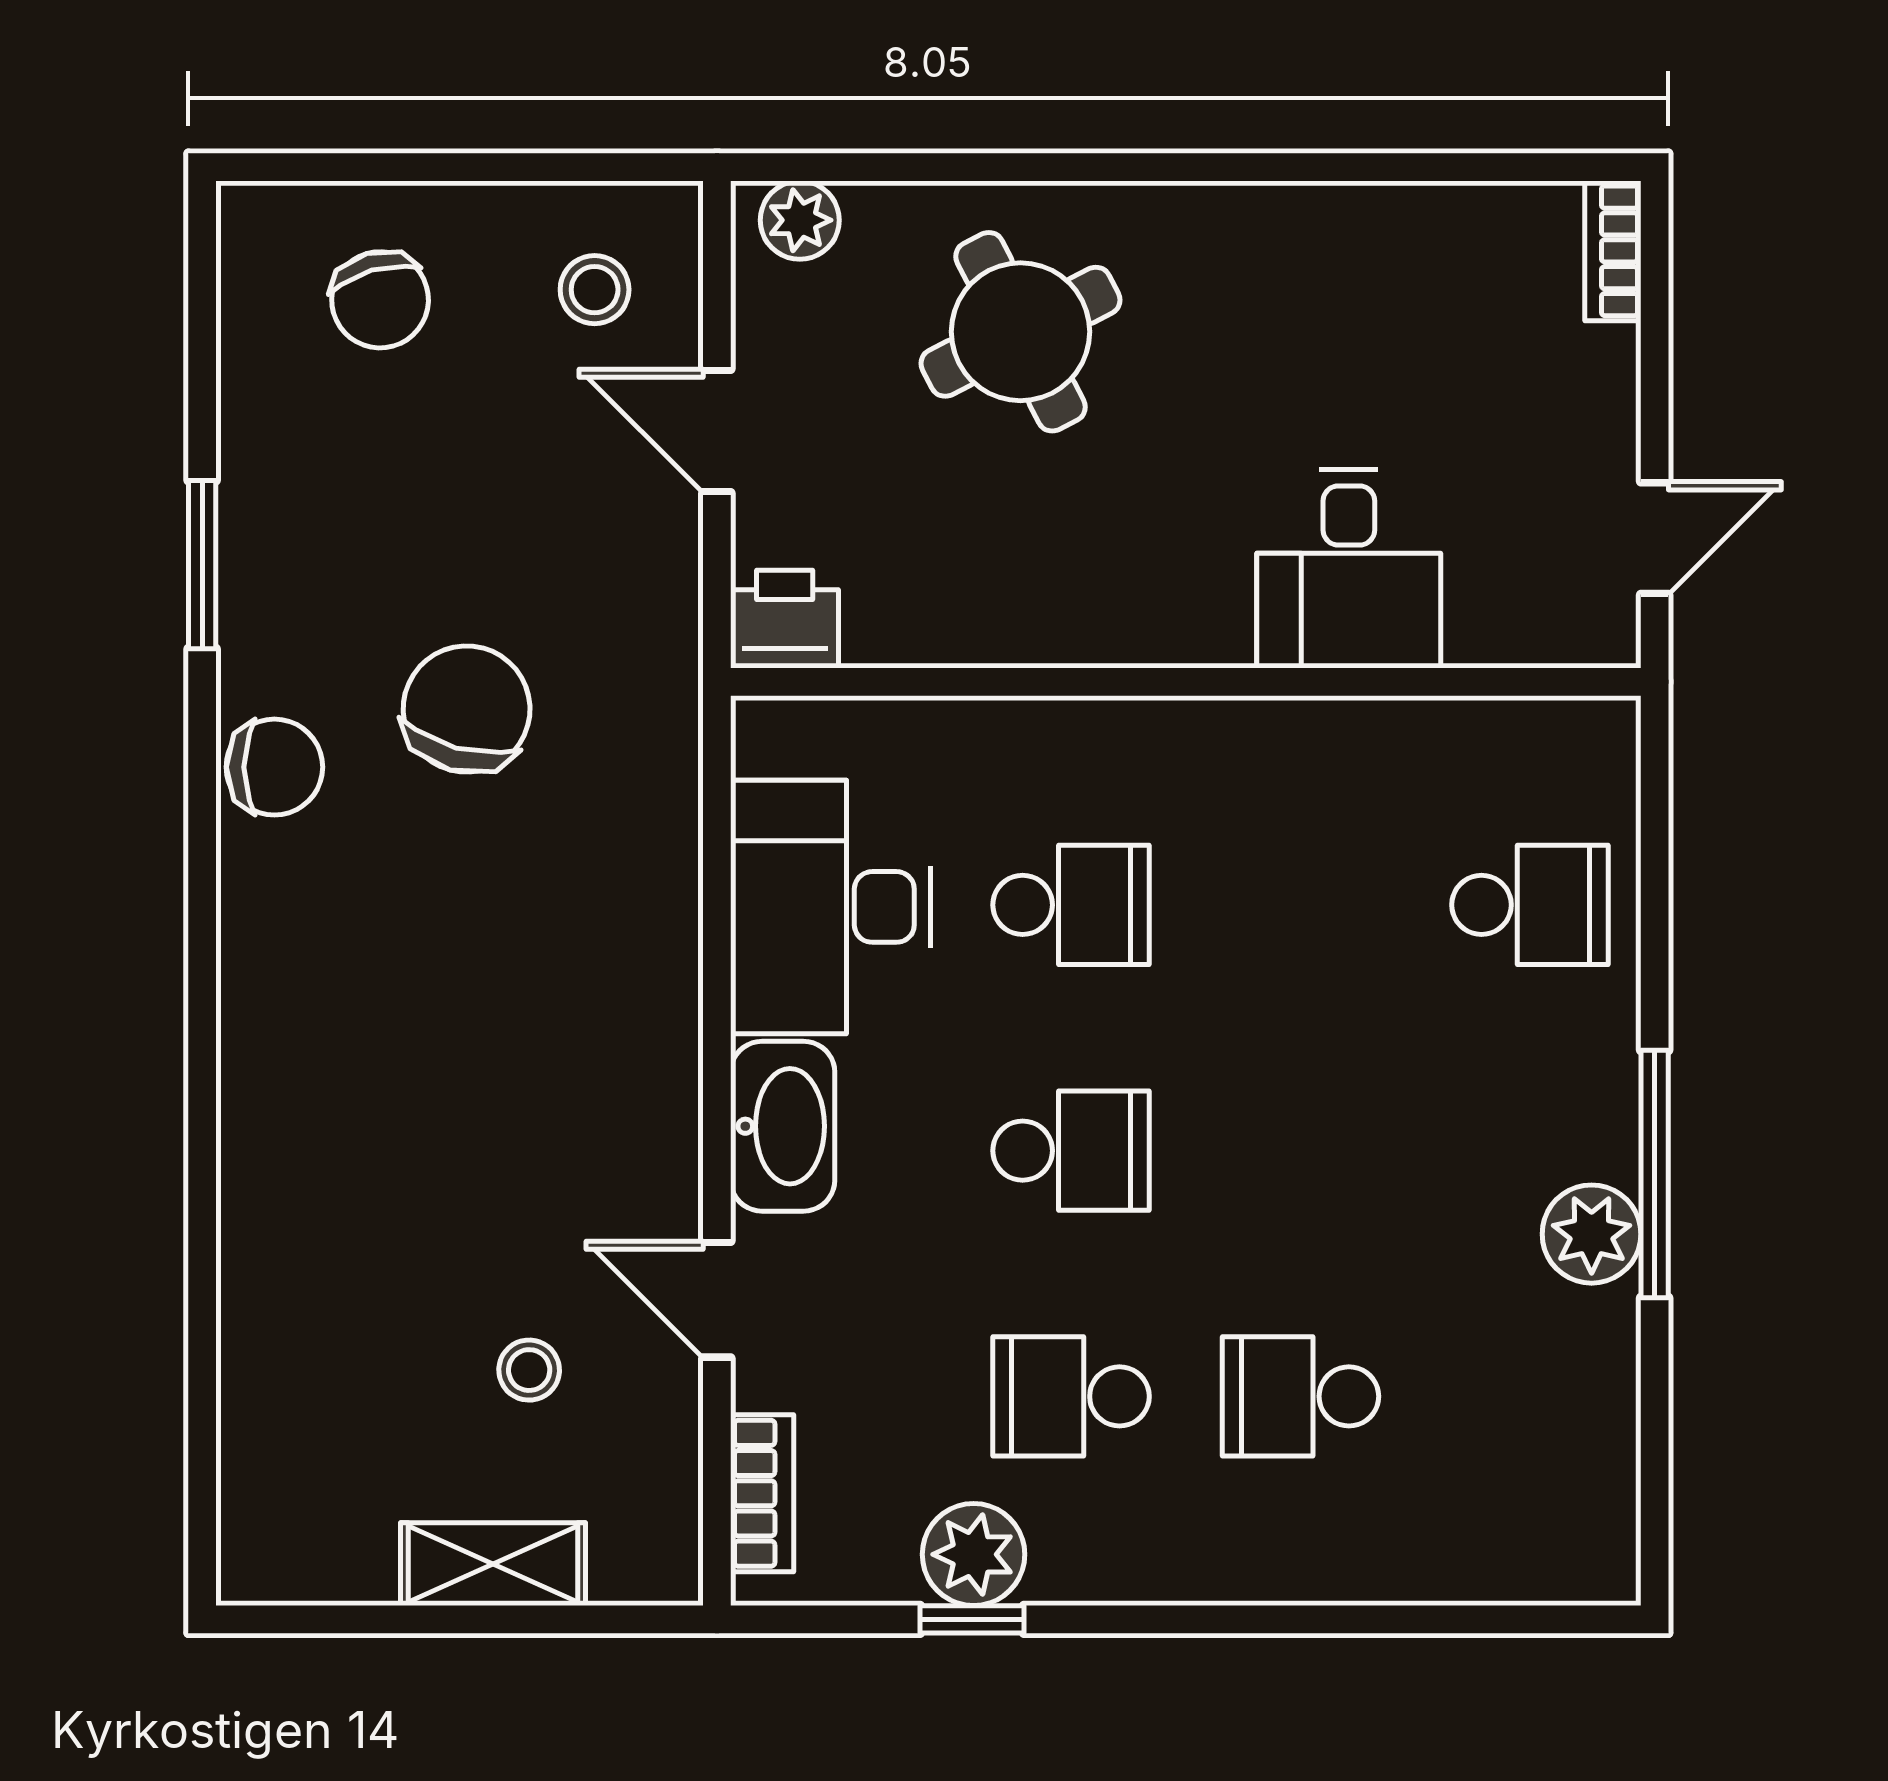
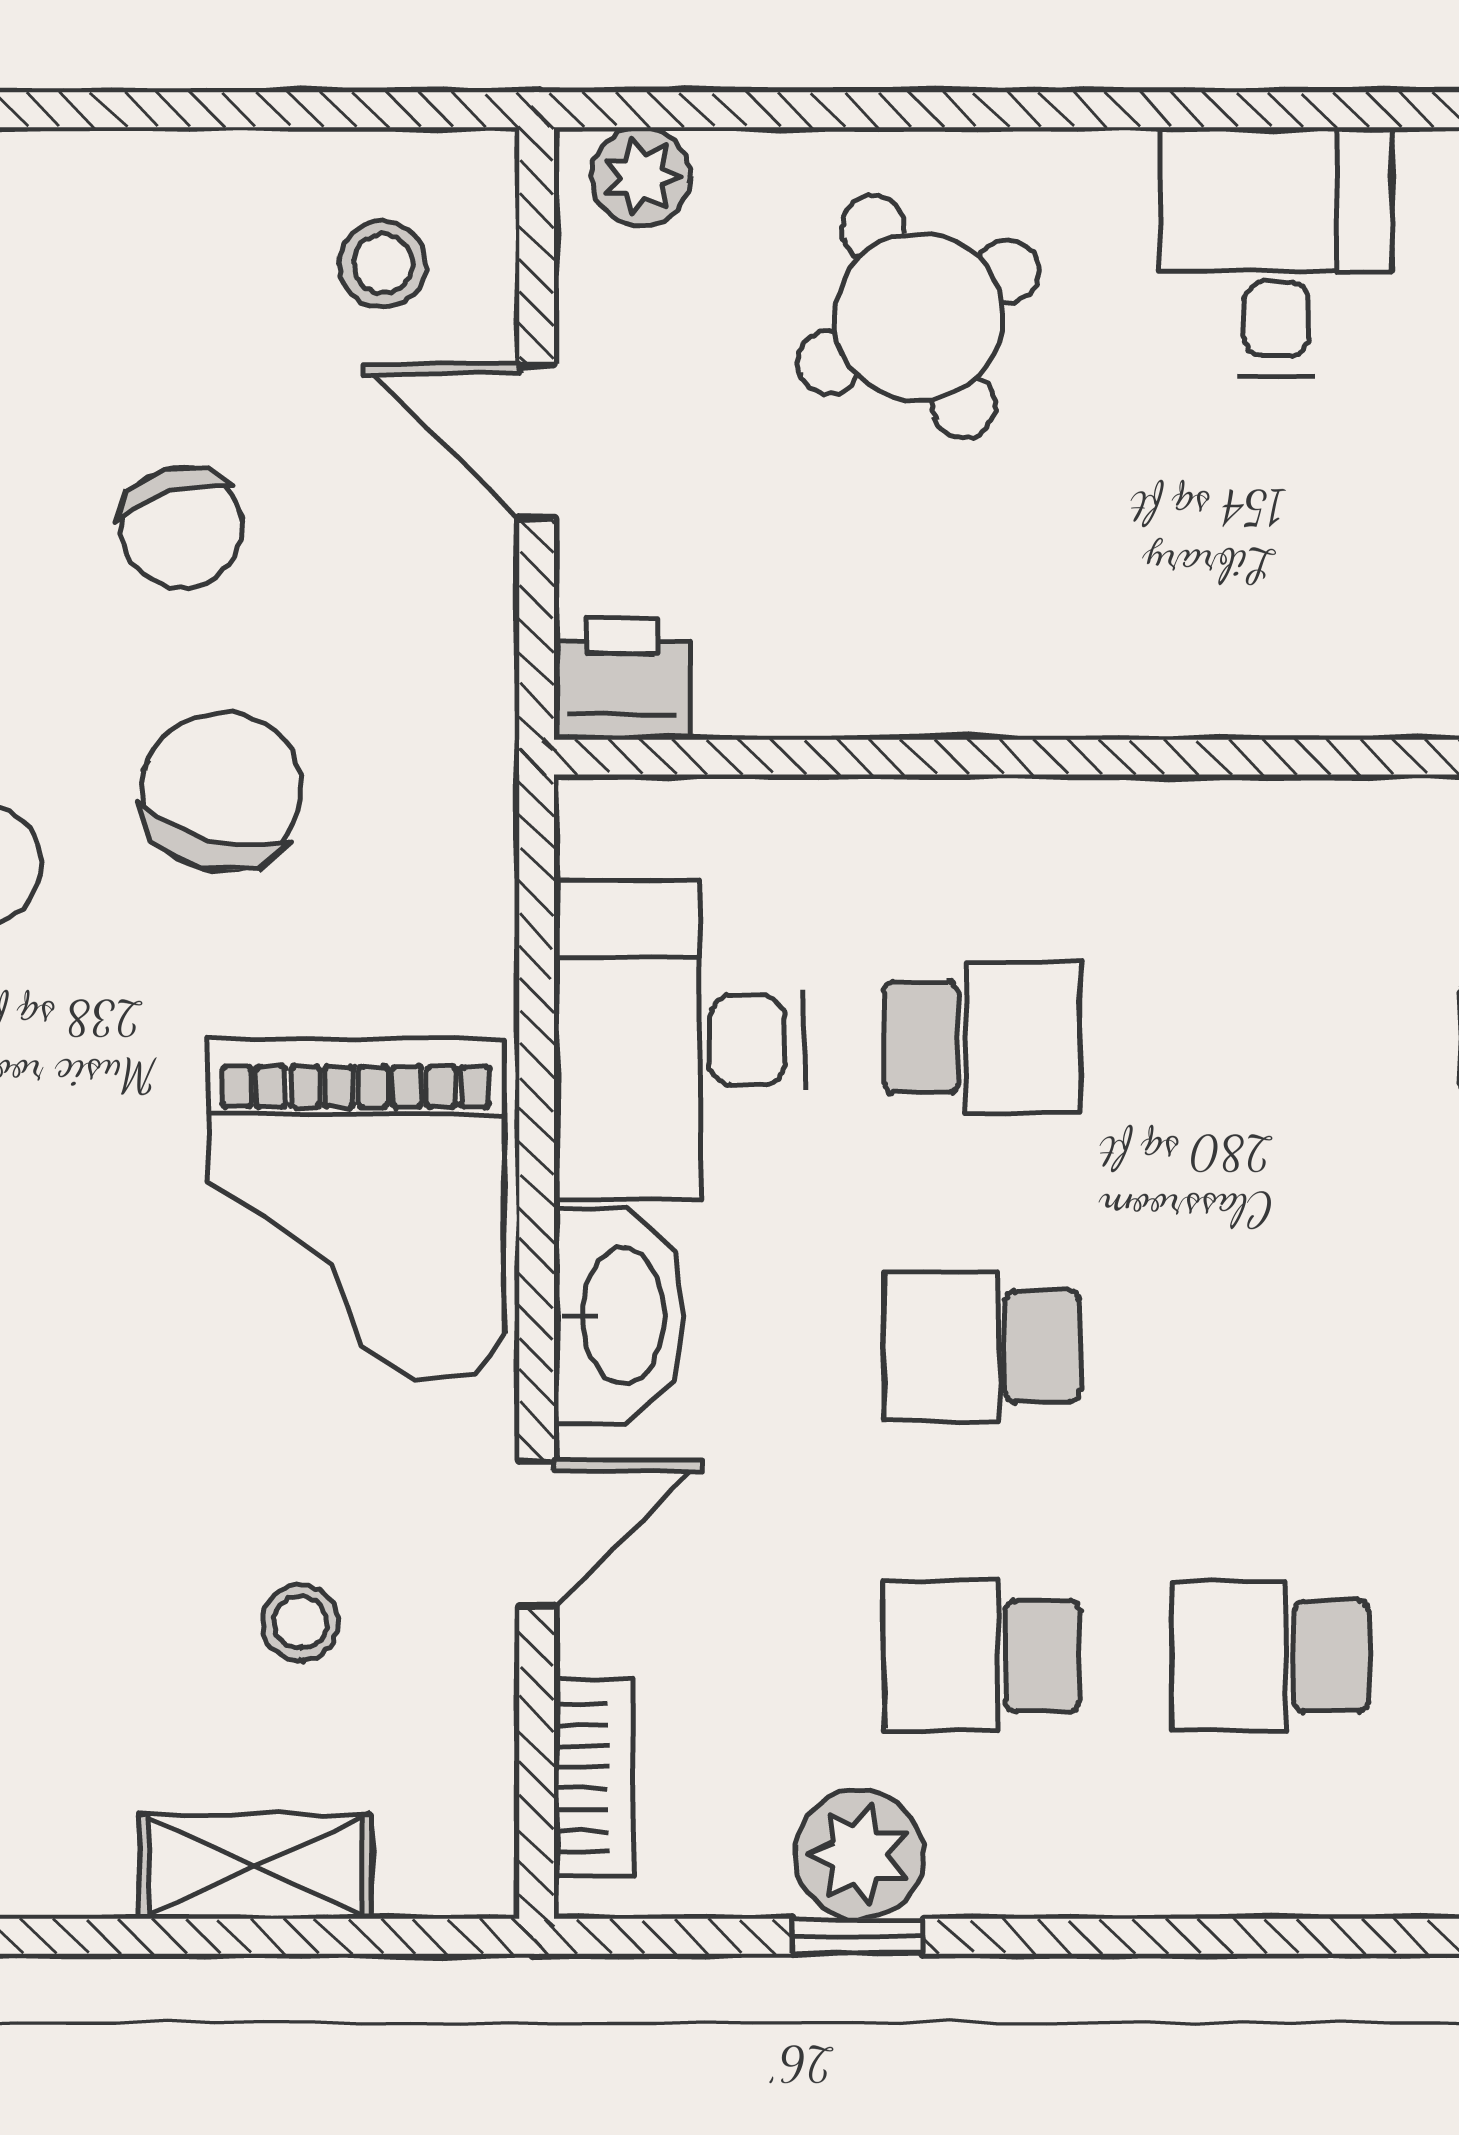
chair: (380, 300) -> (181, 528), moved
desk: (1349, 569) -> (1276, 252), moved, turned 180
grand piano: (573, 1042) -> (356, 1210), added
school desk: (1071, 1151) -> (982, 1347), turned 180
door: (717, 1300) -> (537, 1534), swing flipped

